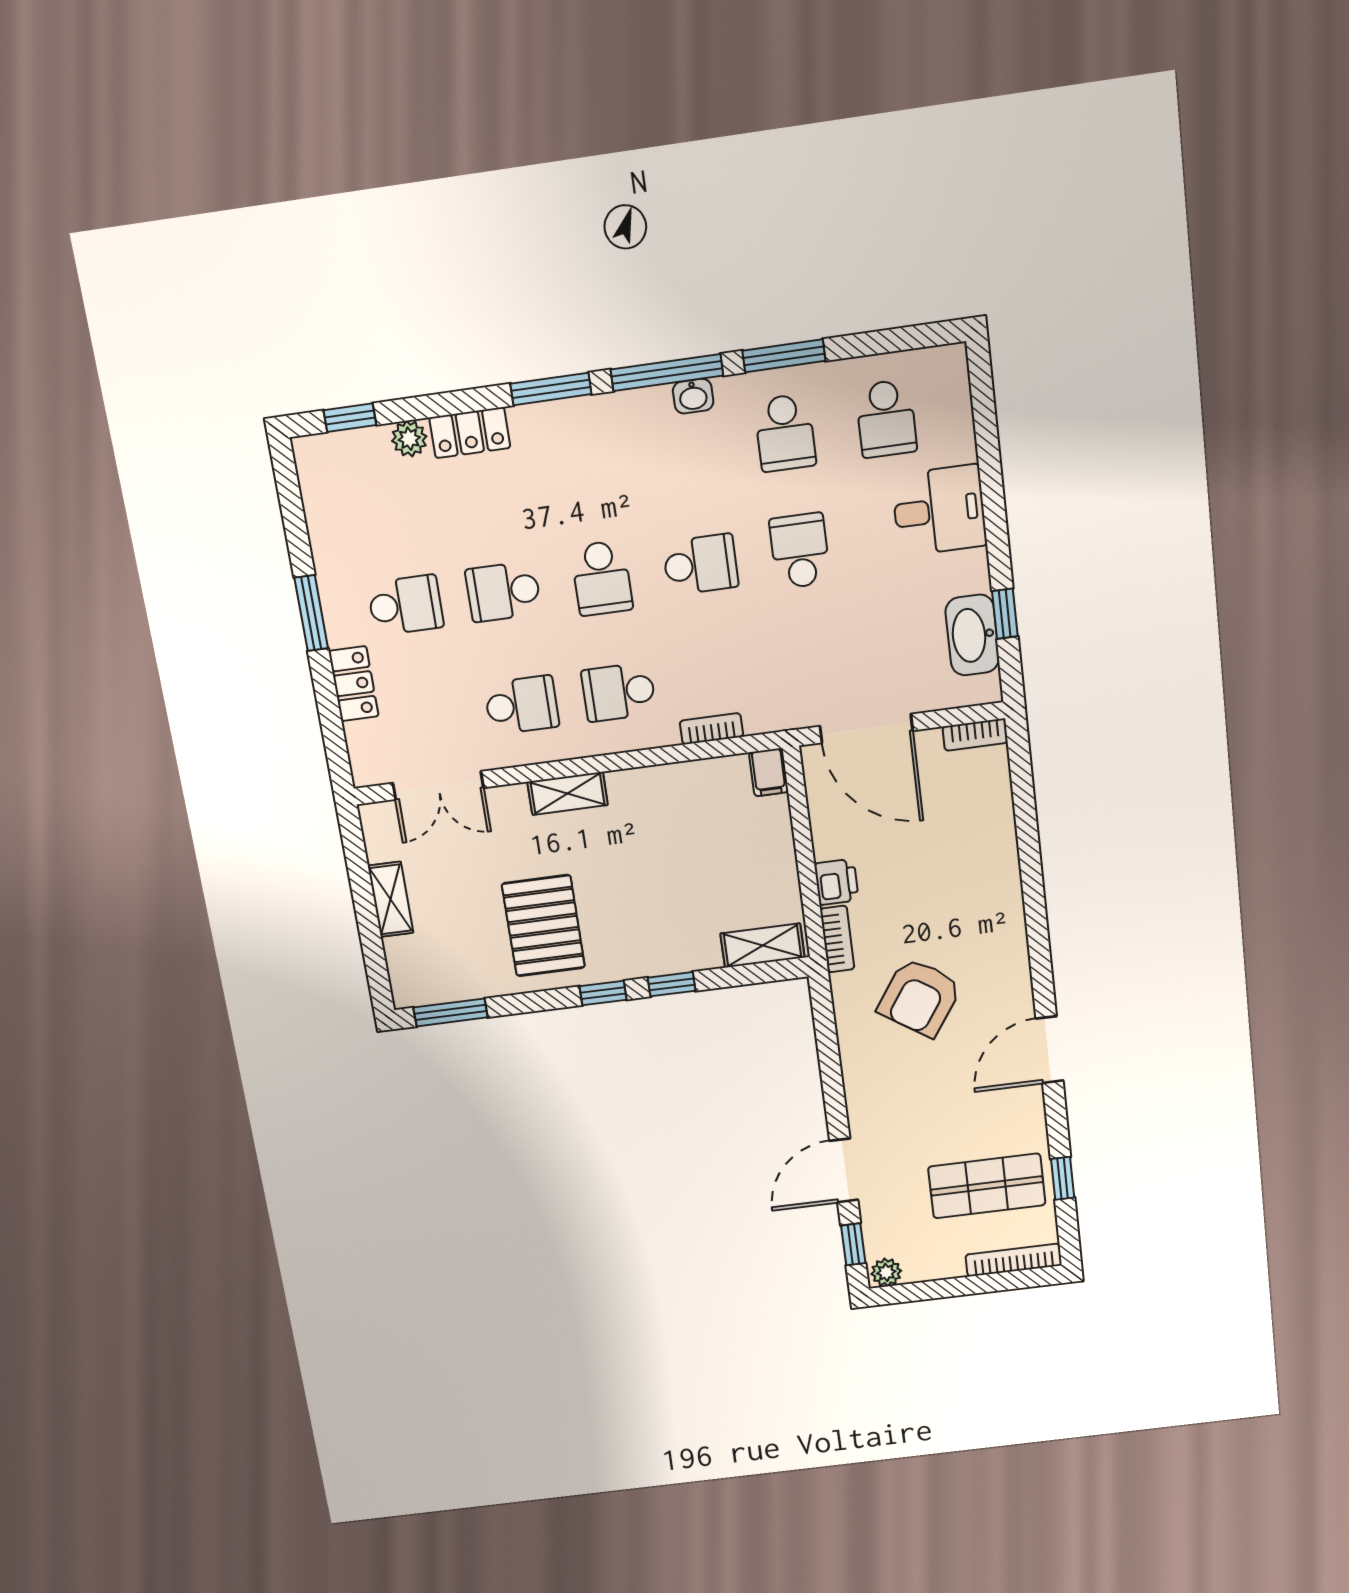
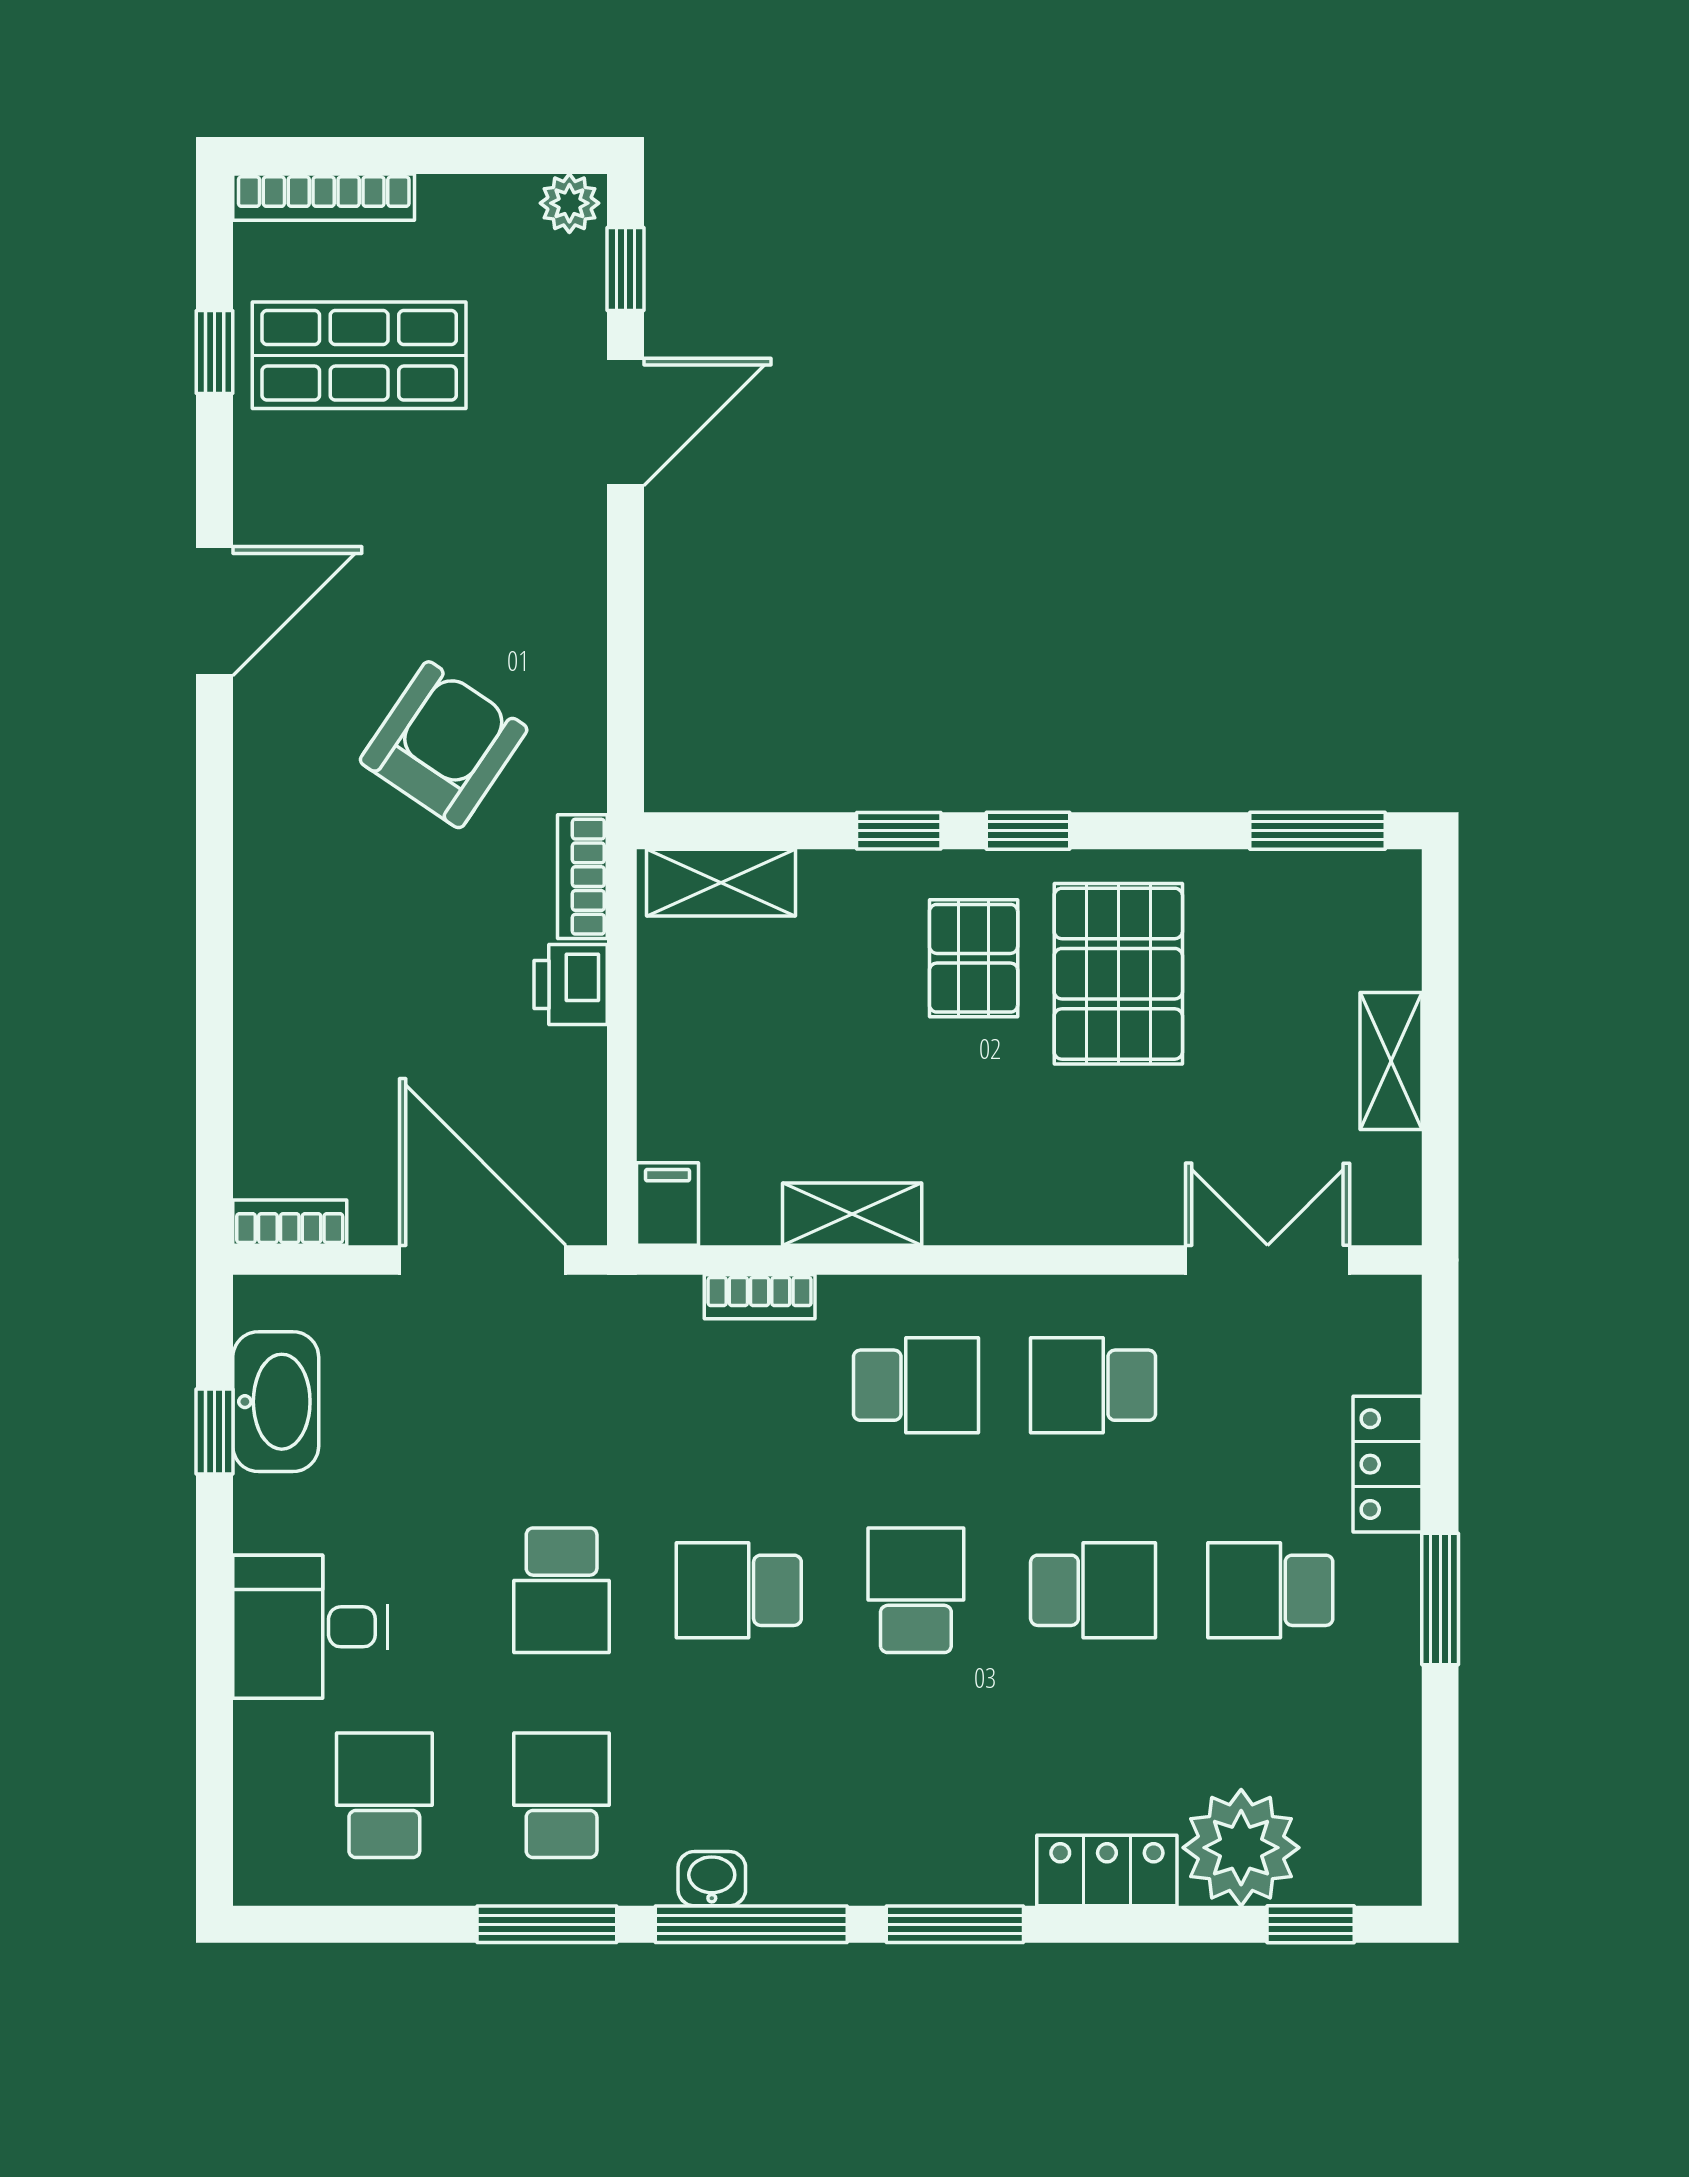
plant: (409, 439) -> (1241, 1848), width x1.87, depth x1.87
shelving: (568, 793) -> (852, 1214), moved
pallet: (622, 924) -> (974, 958), added

